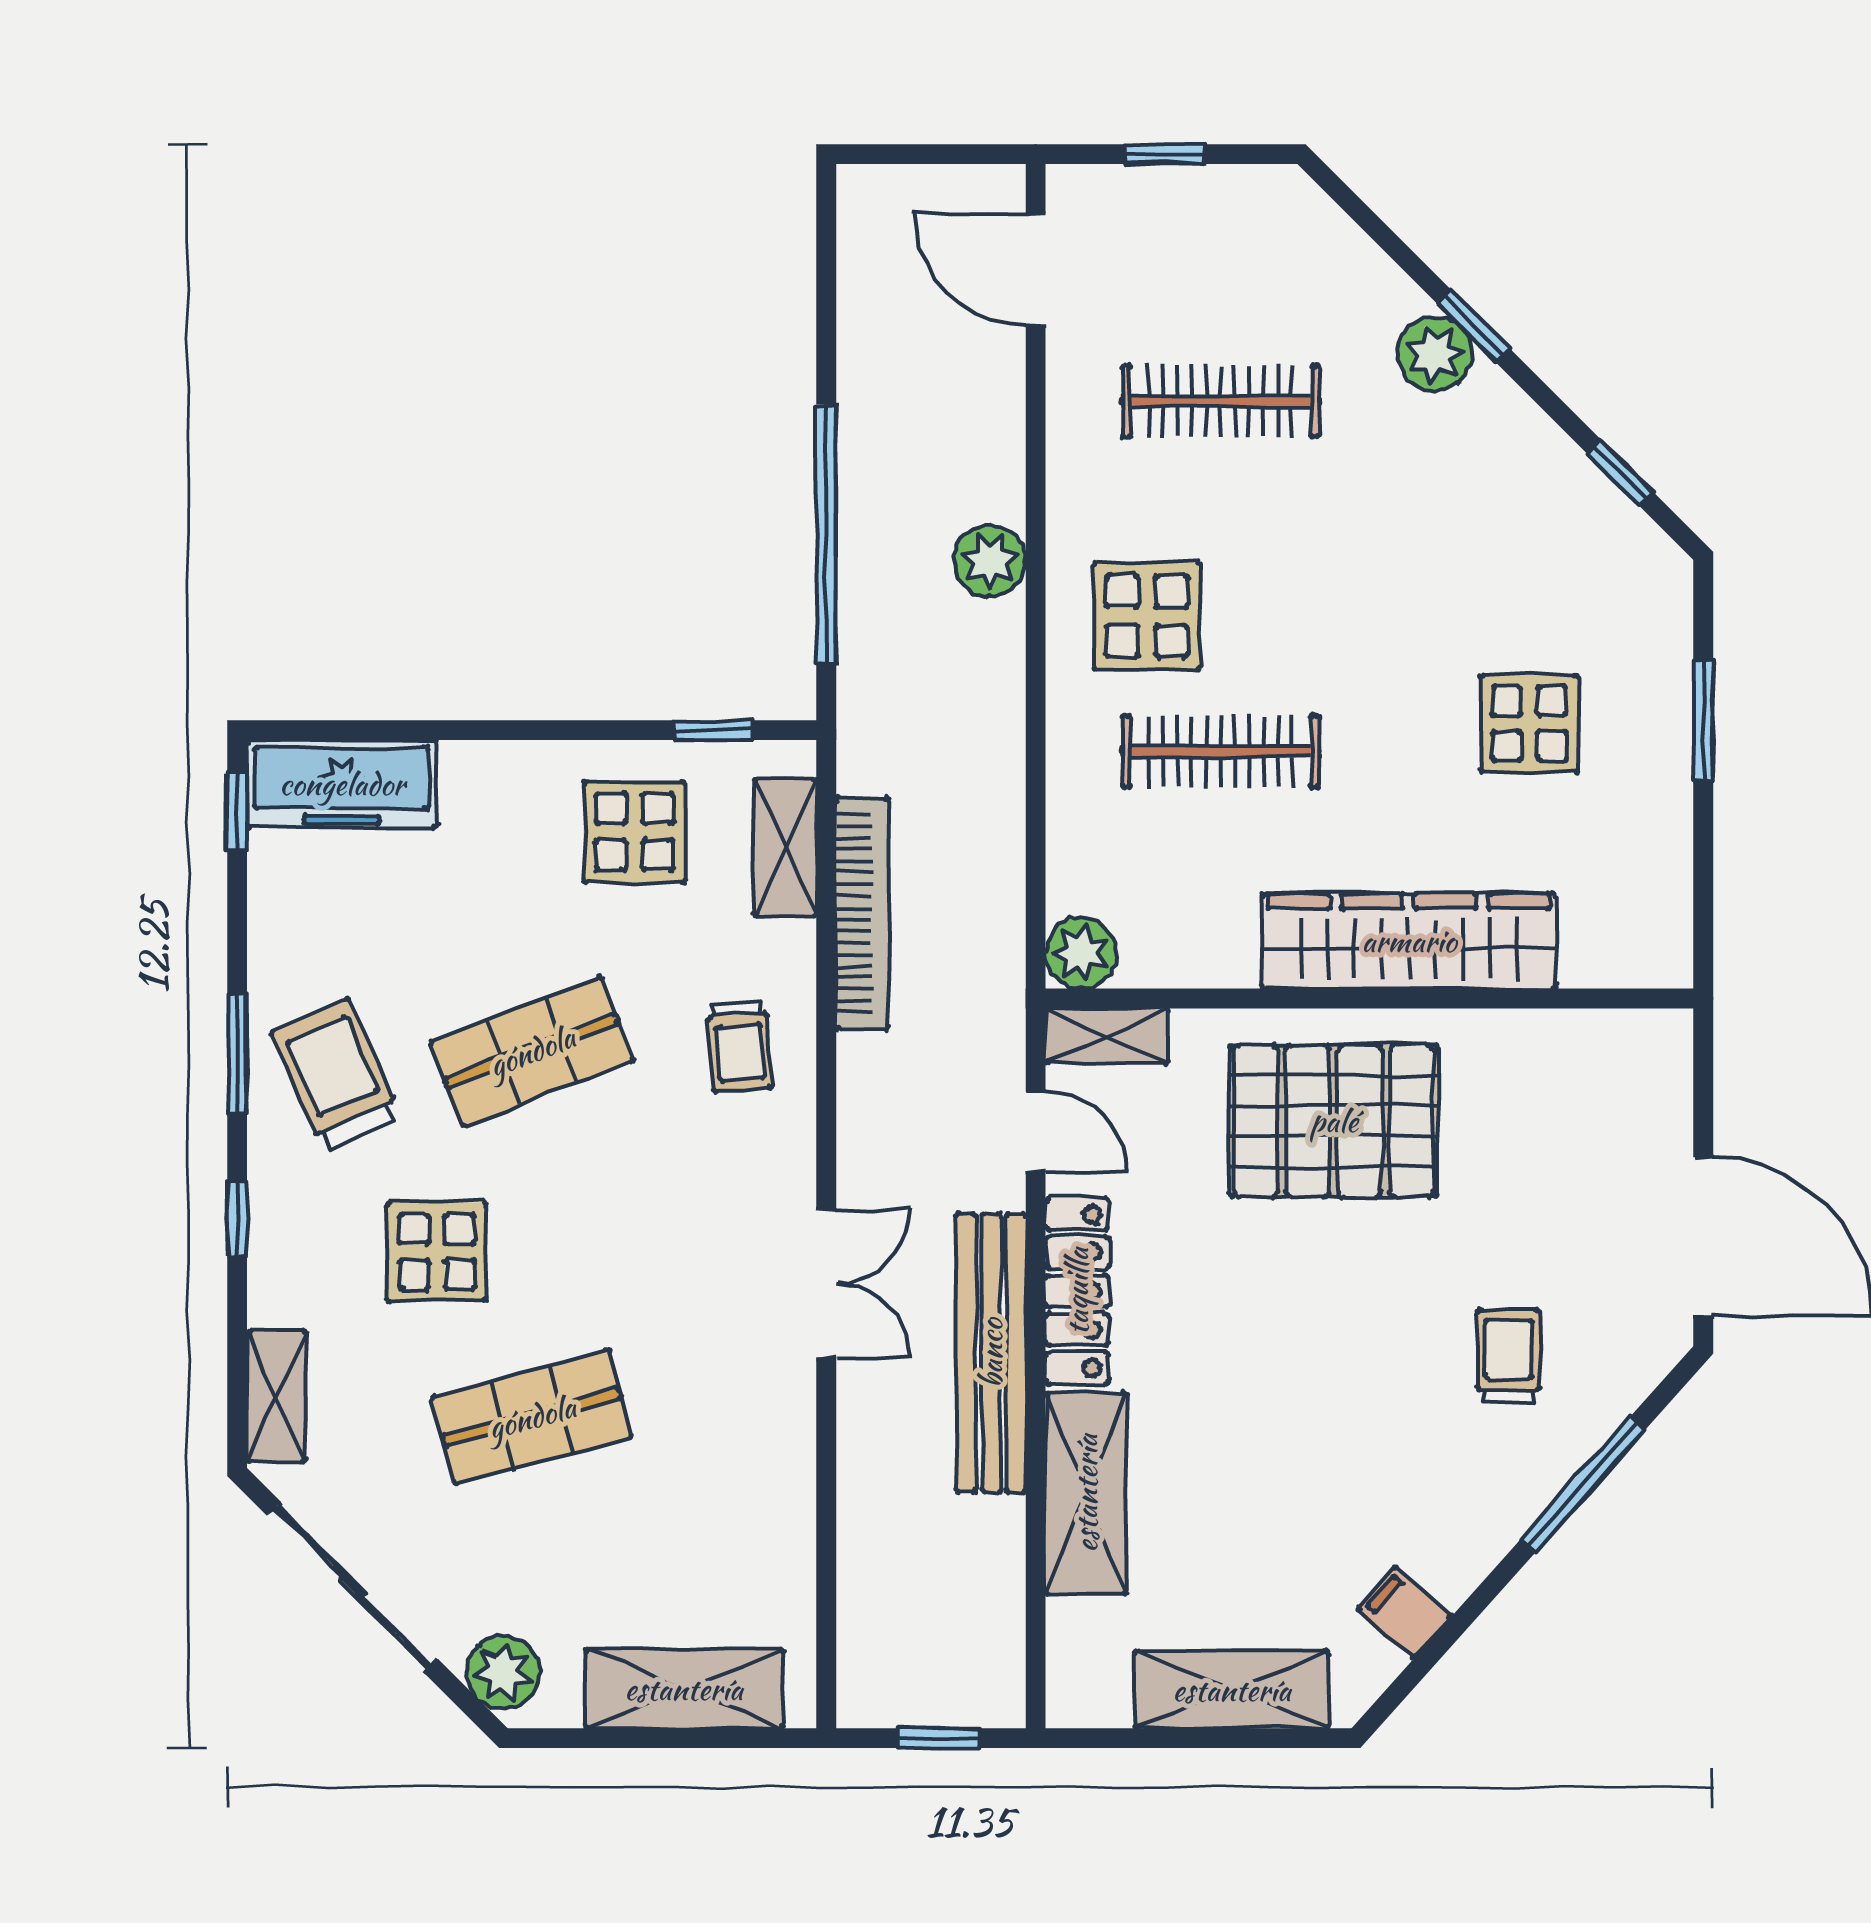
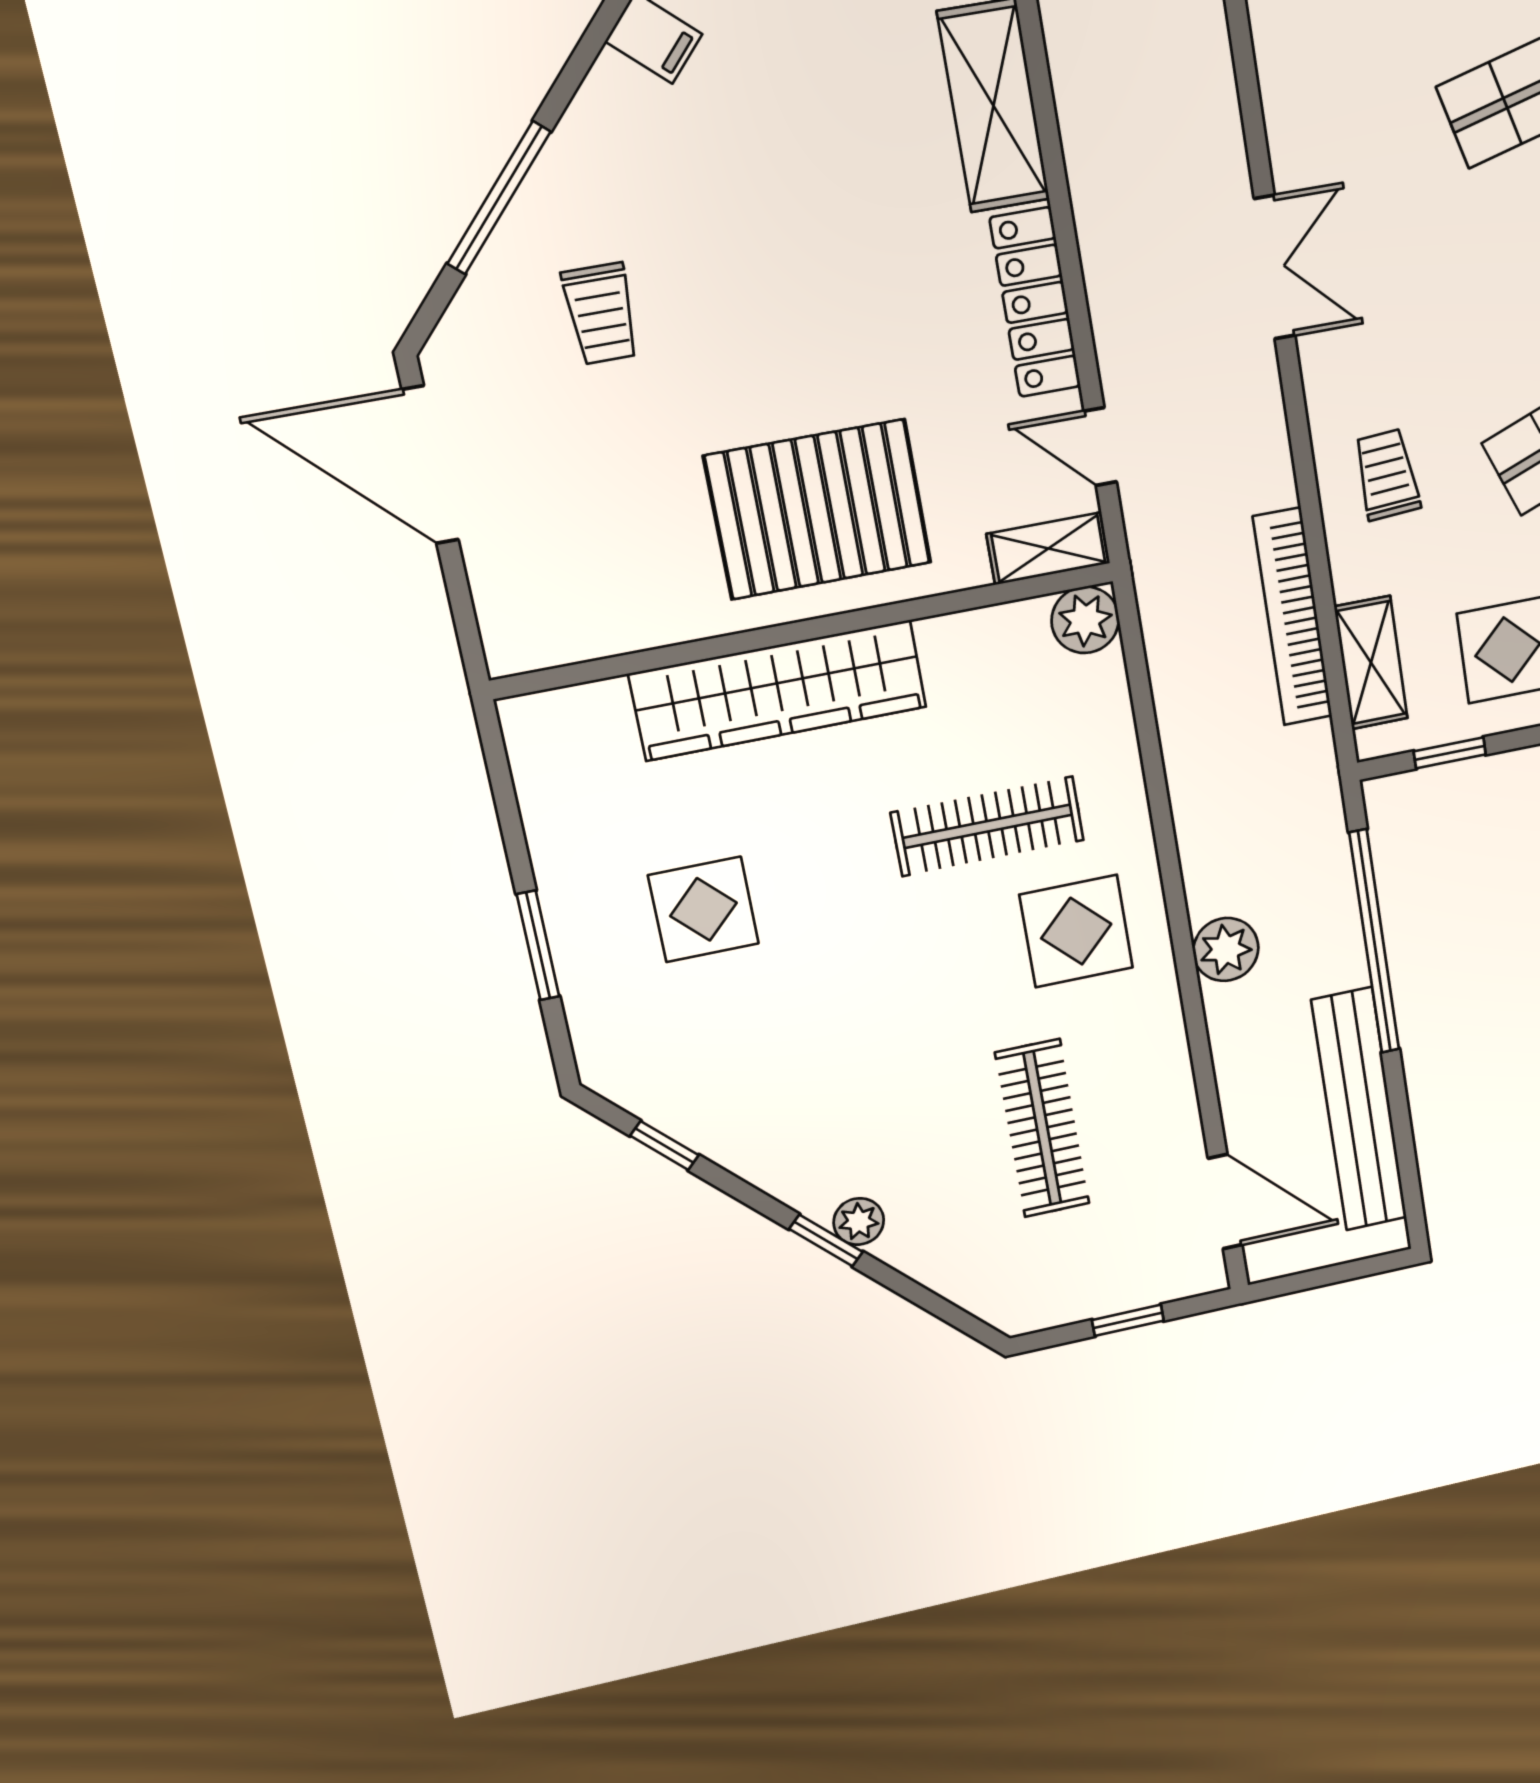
plant: (1435, 354) -> (859, 1221), width x0.73, depth x0.73
clothes rail: (1221, 401) -> (1042, 1128), turned 90
double door: (826, 1284) -> (1275, 267), swing flipped
bench: (991, 1353) -> (1359, 1109), moved

